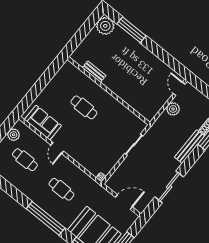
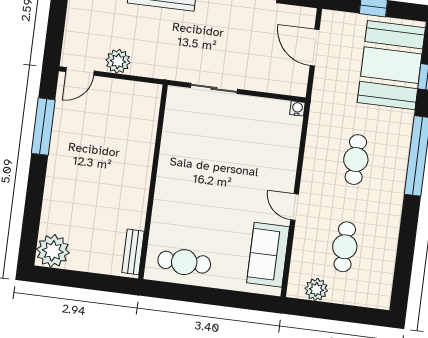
window: (131, 30) -> (43, 127), moved
bench: (94, 72) -> (133, 252), moved
cafe table: (84, 107) -> (184, 262), moved, turned 90
door: (57, 148) -> (294, 207), swing flipped

